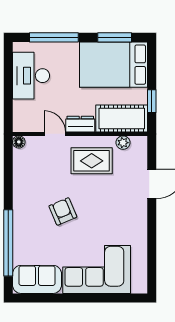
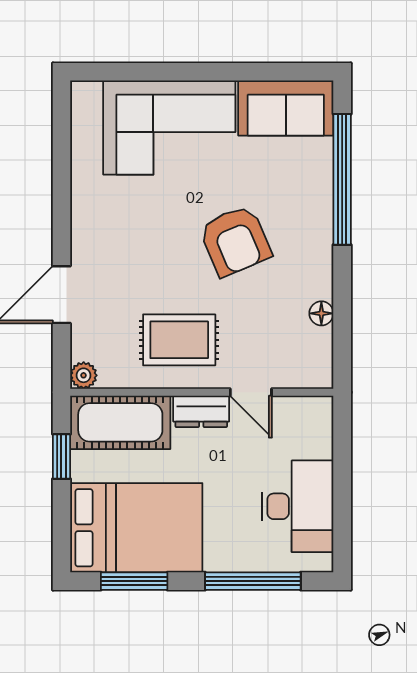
floor lamp: (19, 142) -> (321, 313), moved
plant: (123, 143) -> (84, 375), moved
armchair: (63, 211) -> (235, 241), width x1.38, depth x1.38

